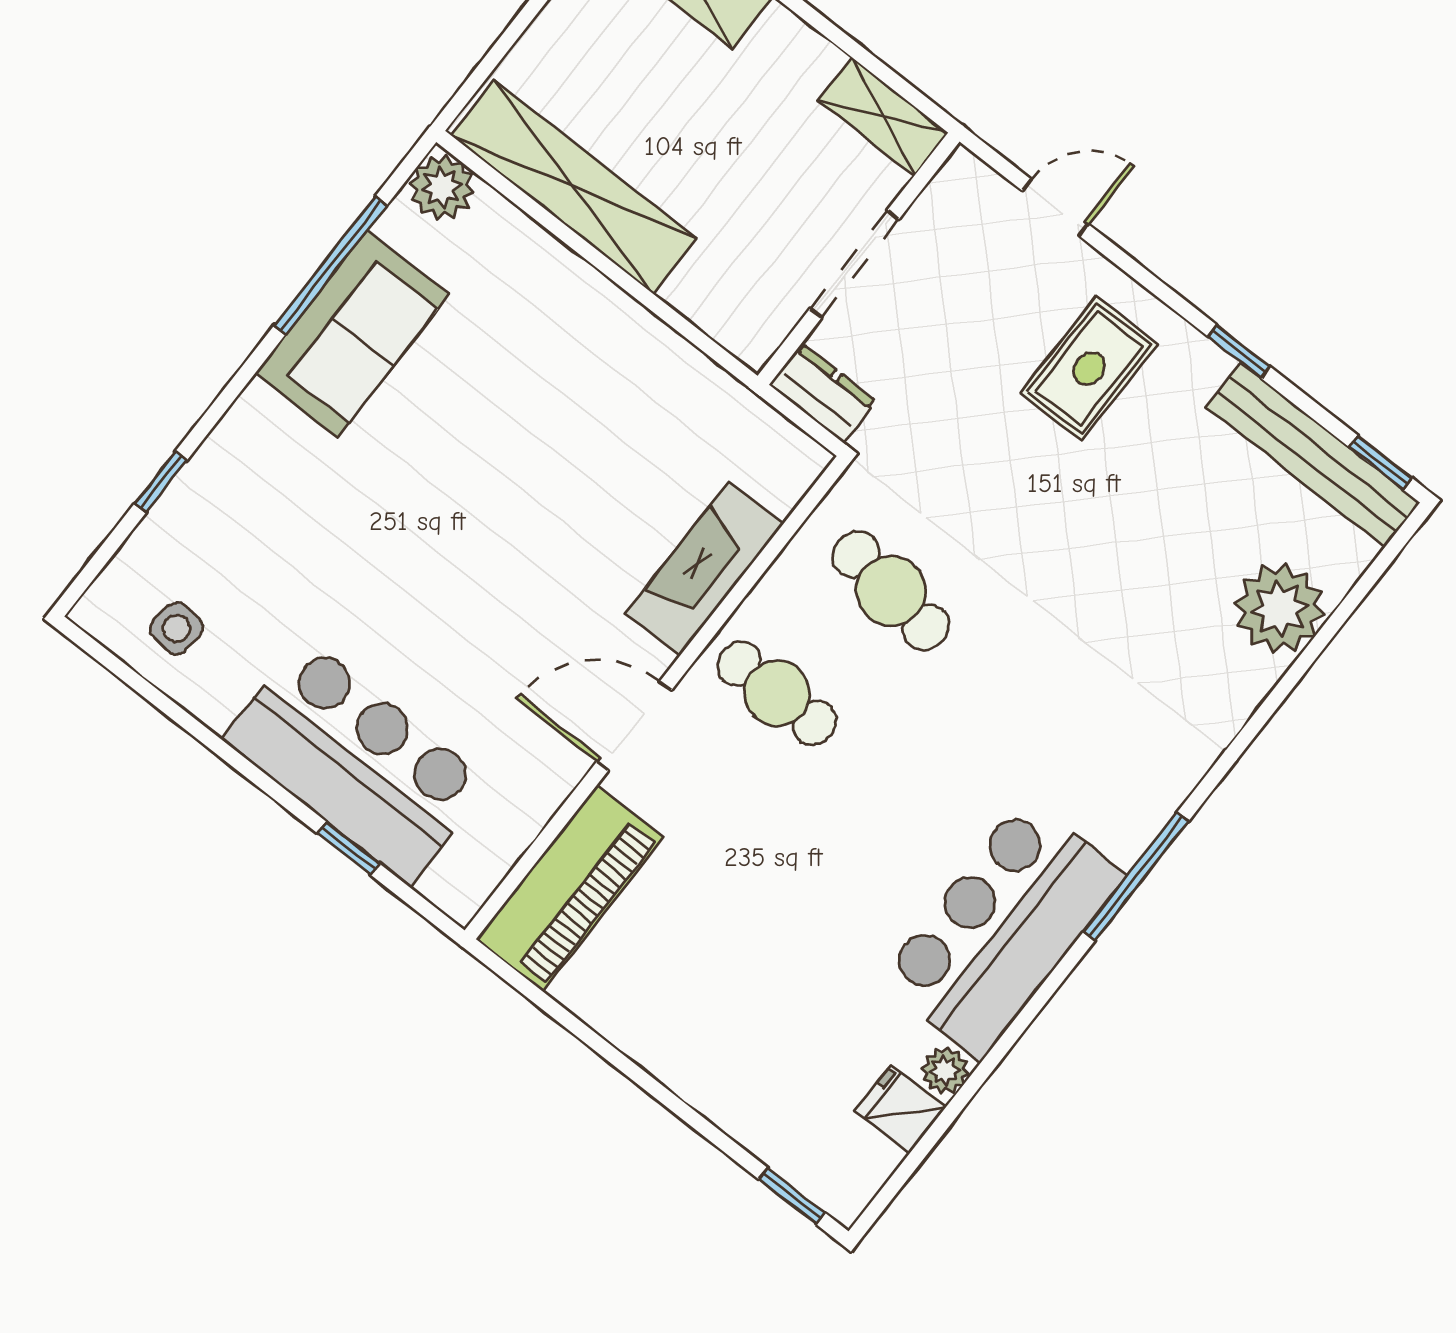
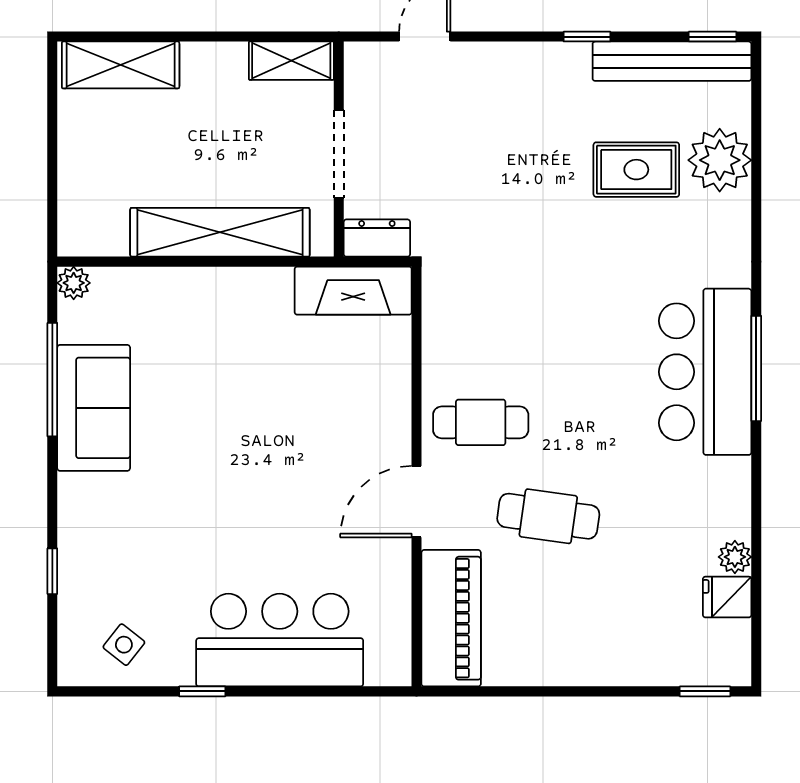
plant: (442, 187) -> (74, 283), width x0.73, depth x0.73
shelving: (574, 187) -> (220, 232), moved
rug: (1089, 369) -> (636, 170), moved, turned 90
fireplace: (704, 569) -> (353, 291), moved, turned -90
cafe table: (891, 591) -> (548, 516), moved
side table: (177, 628) -> (124, 645), turned 31
window: (348, 848) -> (202, 691), moved
bar counter: (1002, 928) -> (705, 372), moved

